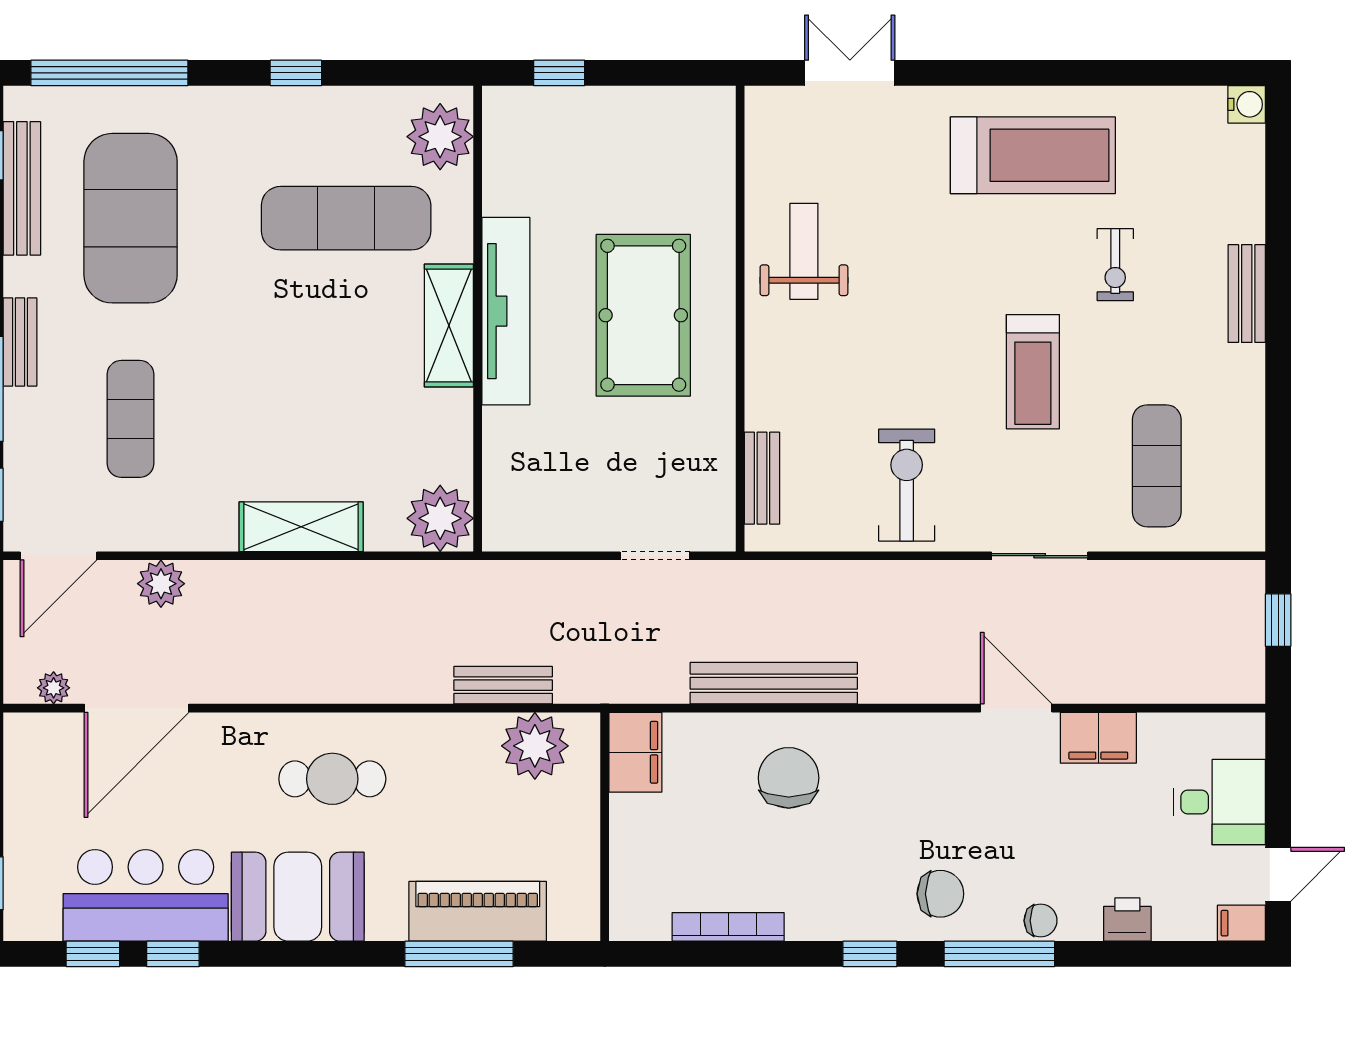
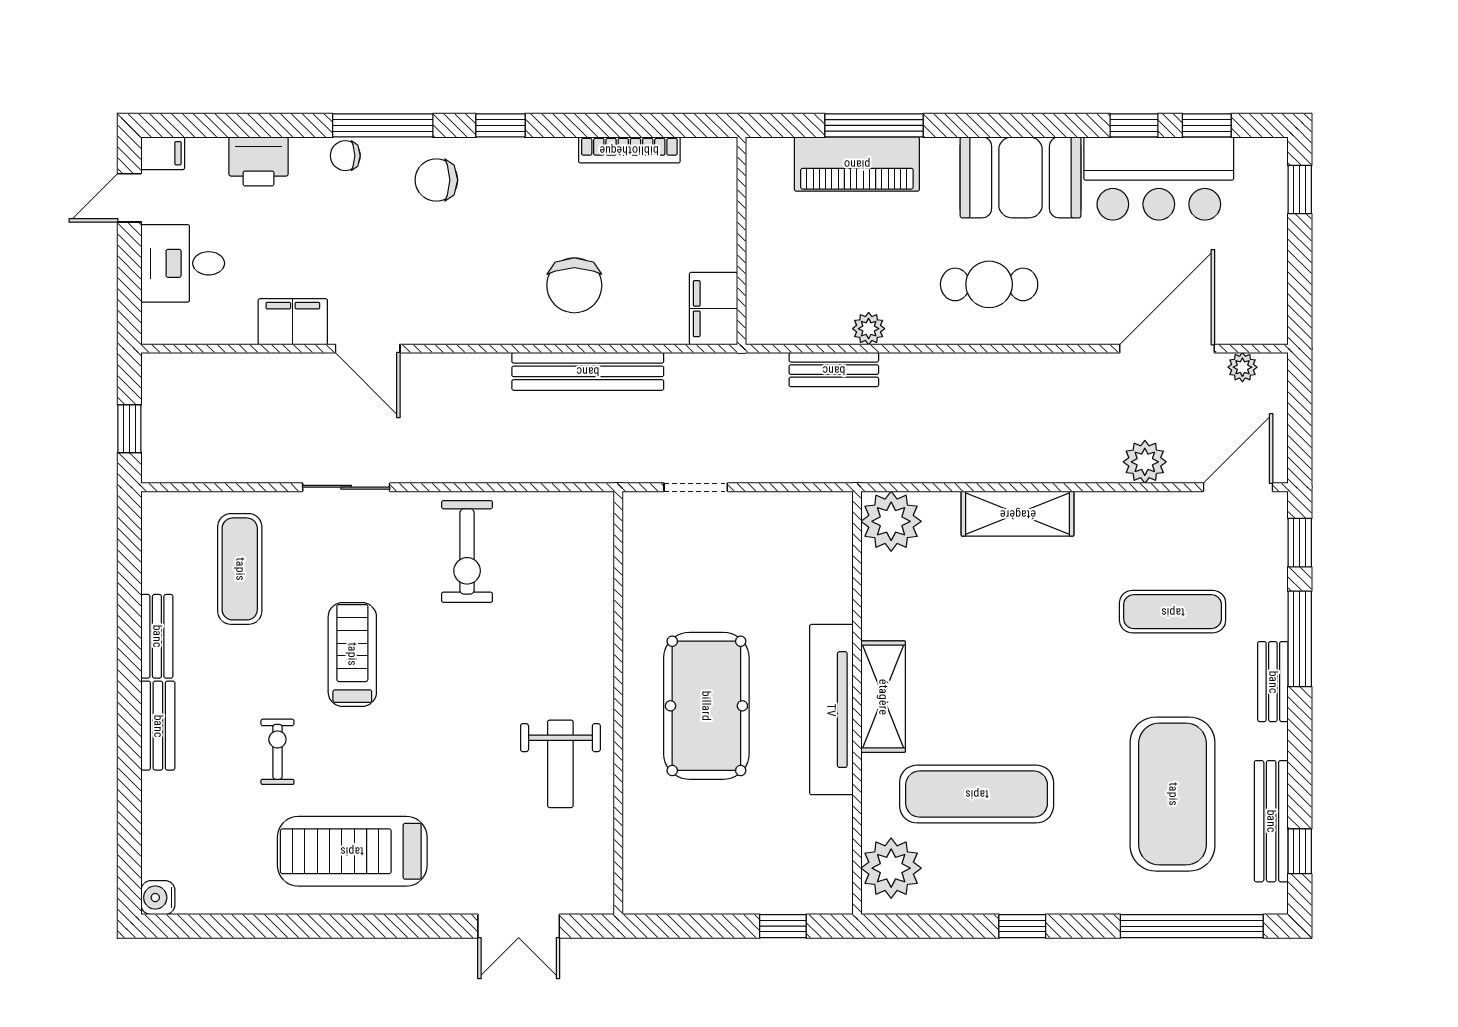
exercise mat: (131, 419) -> (1173, 612), turned 90
bench: (762, 478) -> (157, 636), moved
plant: (535, 746) -> (869, 329), moved, width x0.53, depth x0.53
printer: (1127, 919) -> (258, 161), width x1.36, depth x1.24

